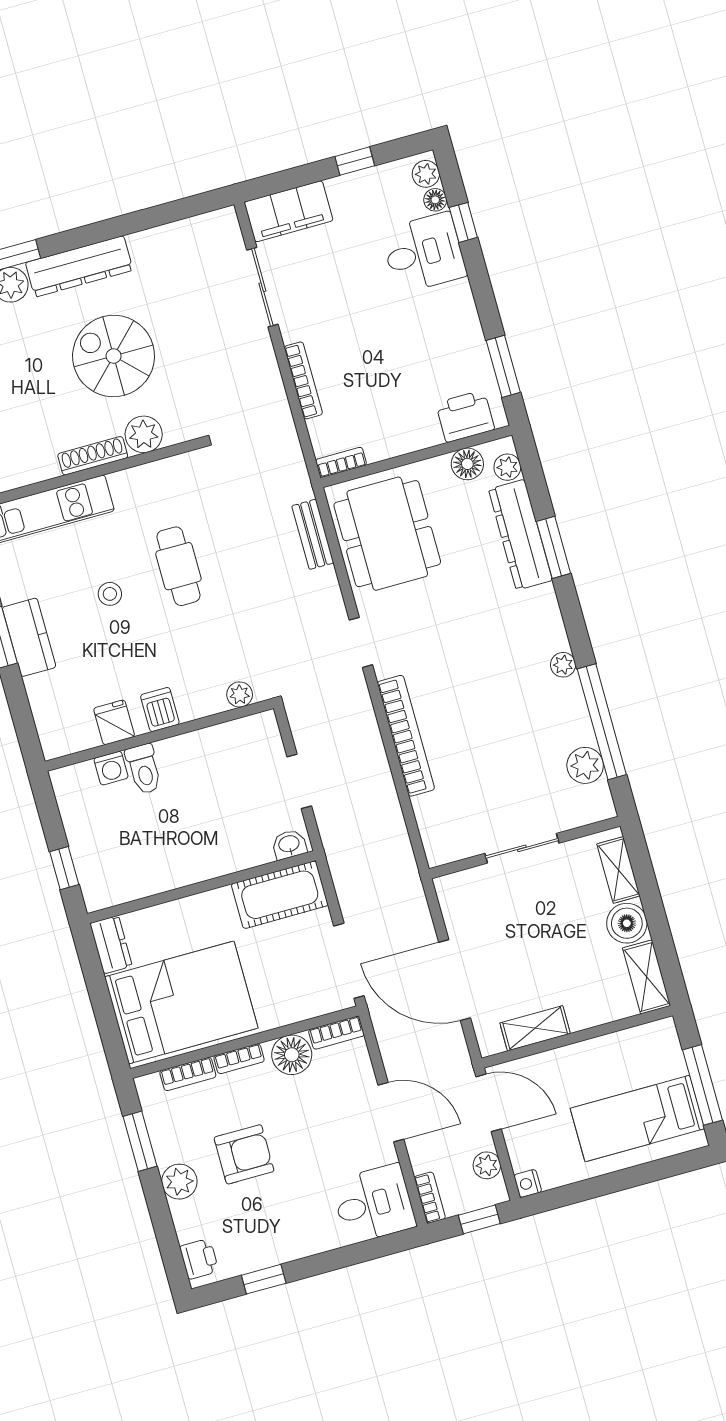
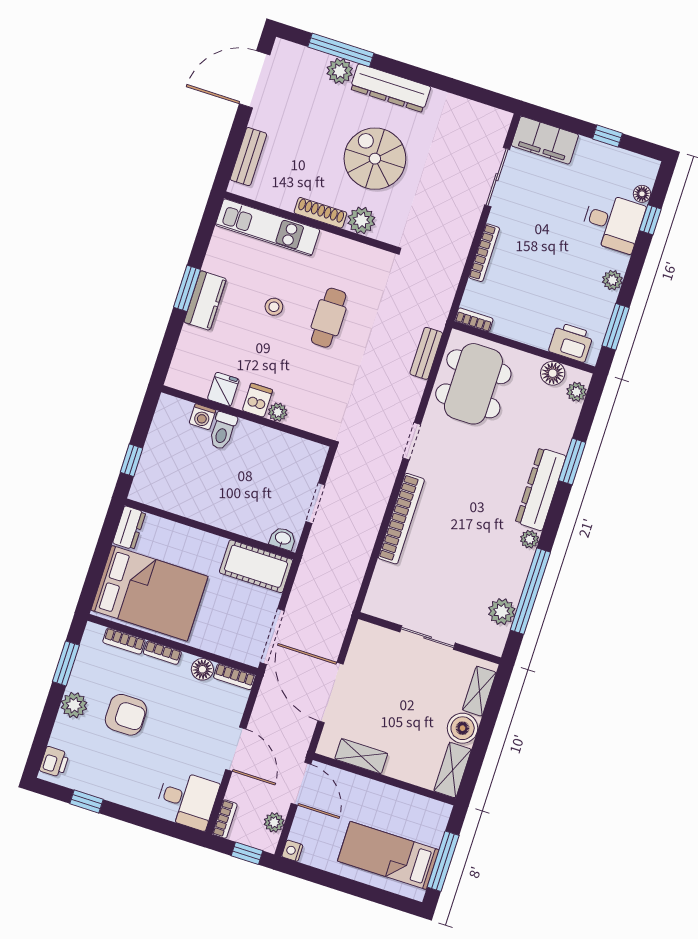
plant: (426, 174) -> (612, 280), moved
dresser: (520, 535) -> (541, 489), moved
plant: (240, 694) -> (278, 412), moved
floor lamp: (292, 1055) -> (202, 669), width x0.73, depth x0.73

